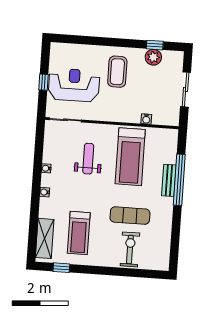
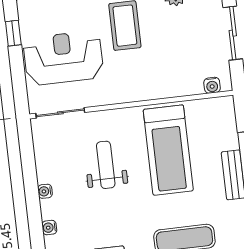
window: (44, 82) -> (13, 33), moved
water cooler: (146, 119) -> (212, 85), moved

